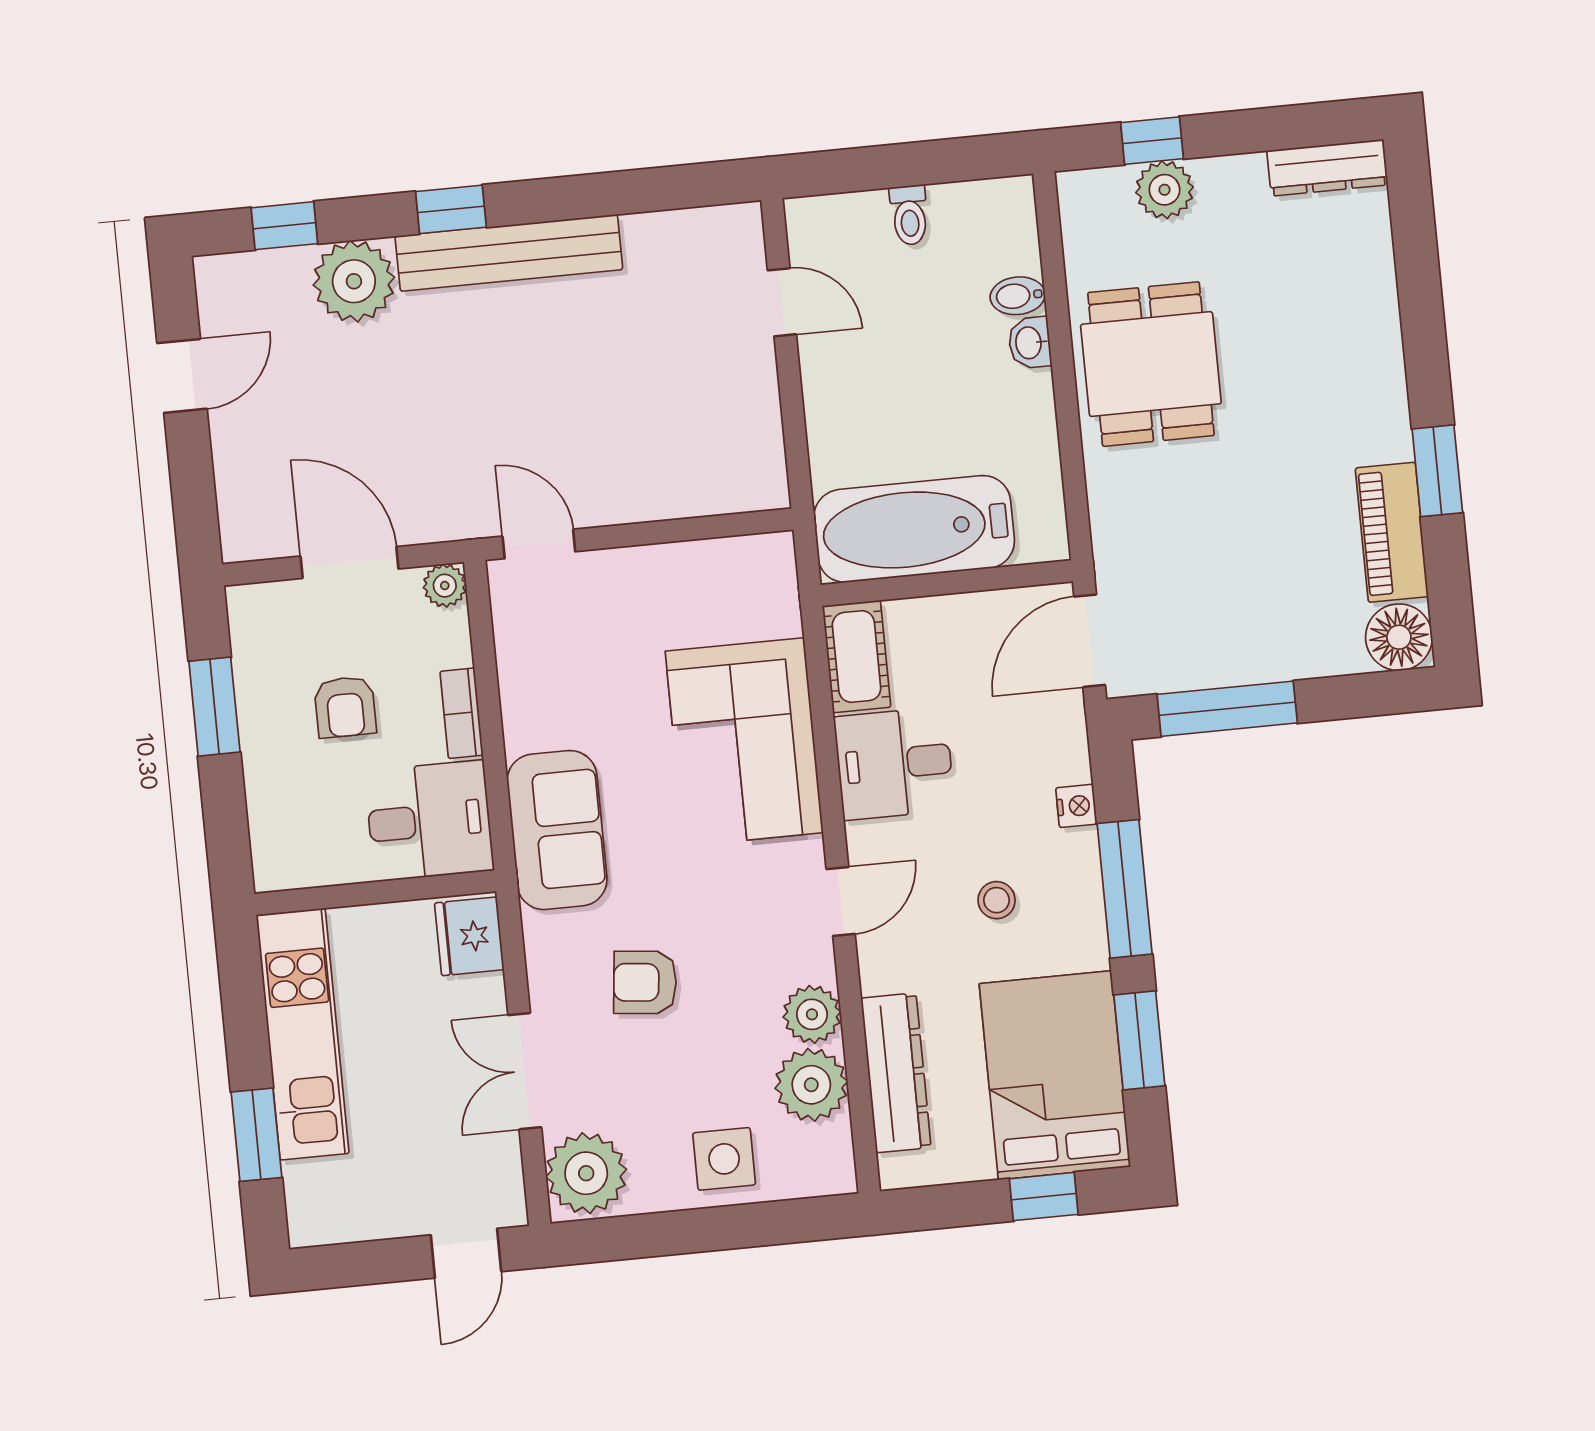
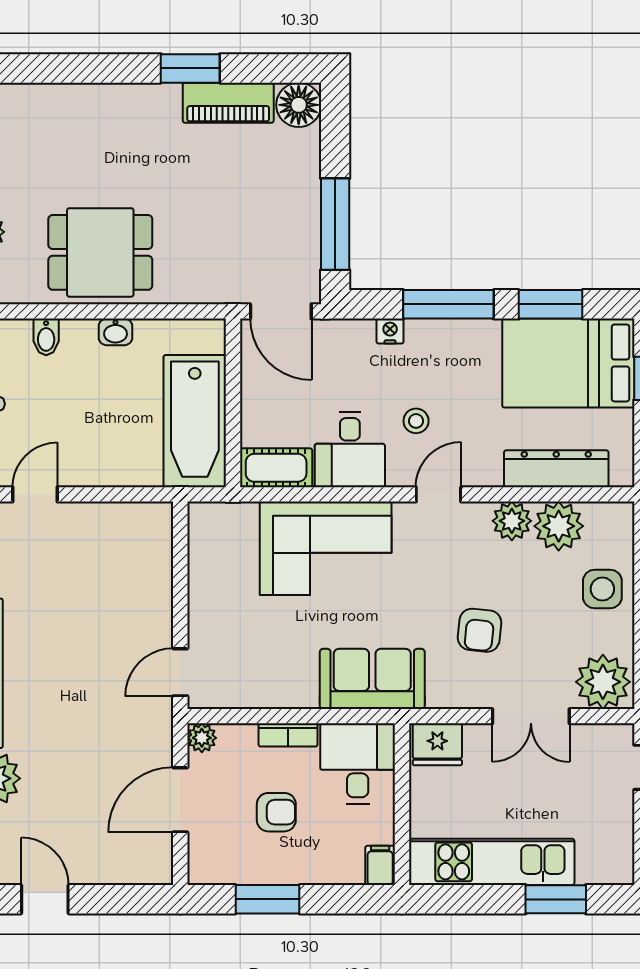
washbasin: (1030, 343) -> (115, 332), moved
filing cabinet: (281, 869) -> (380, 865), added
stool: (997, 900) -> (416, 421), moved
door: (841, 902) -> (438, 494), hinge flipped

